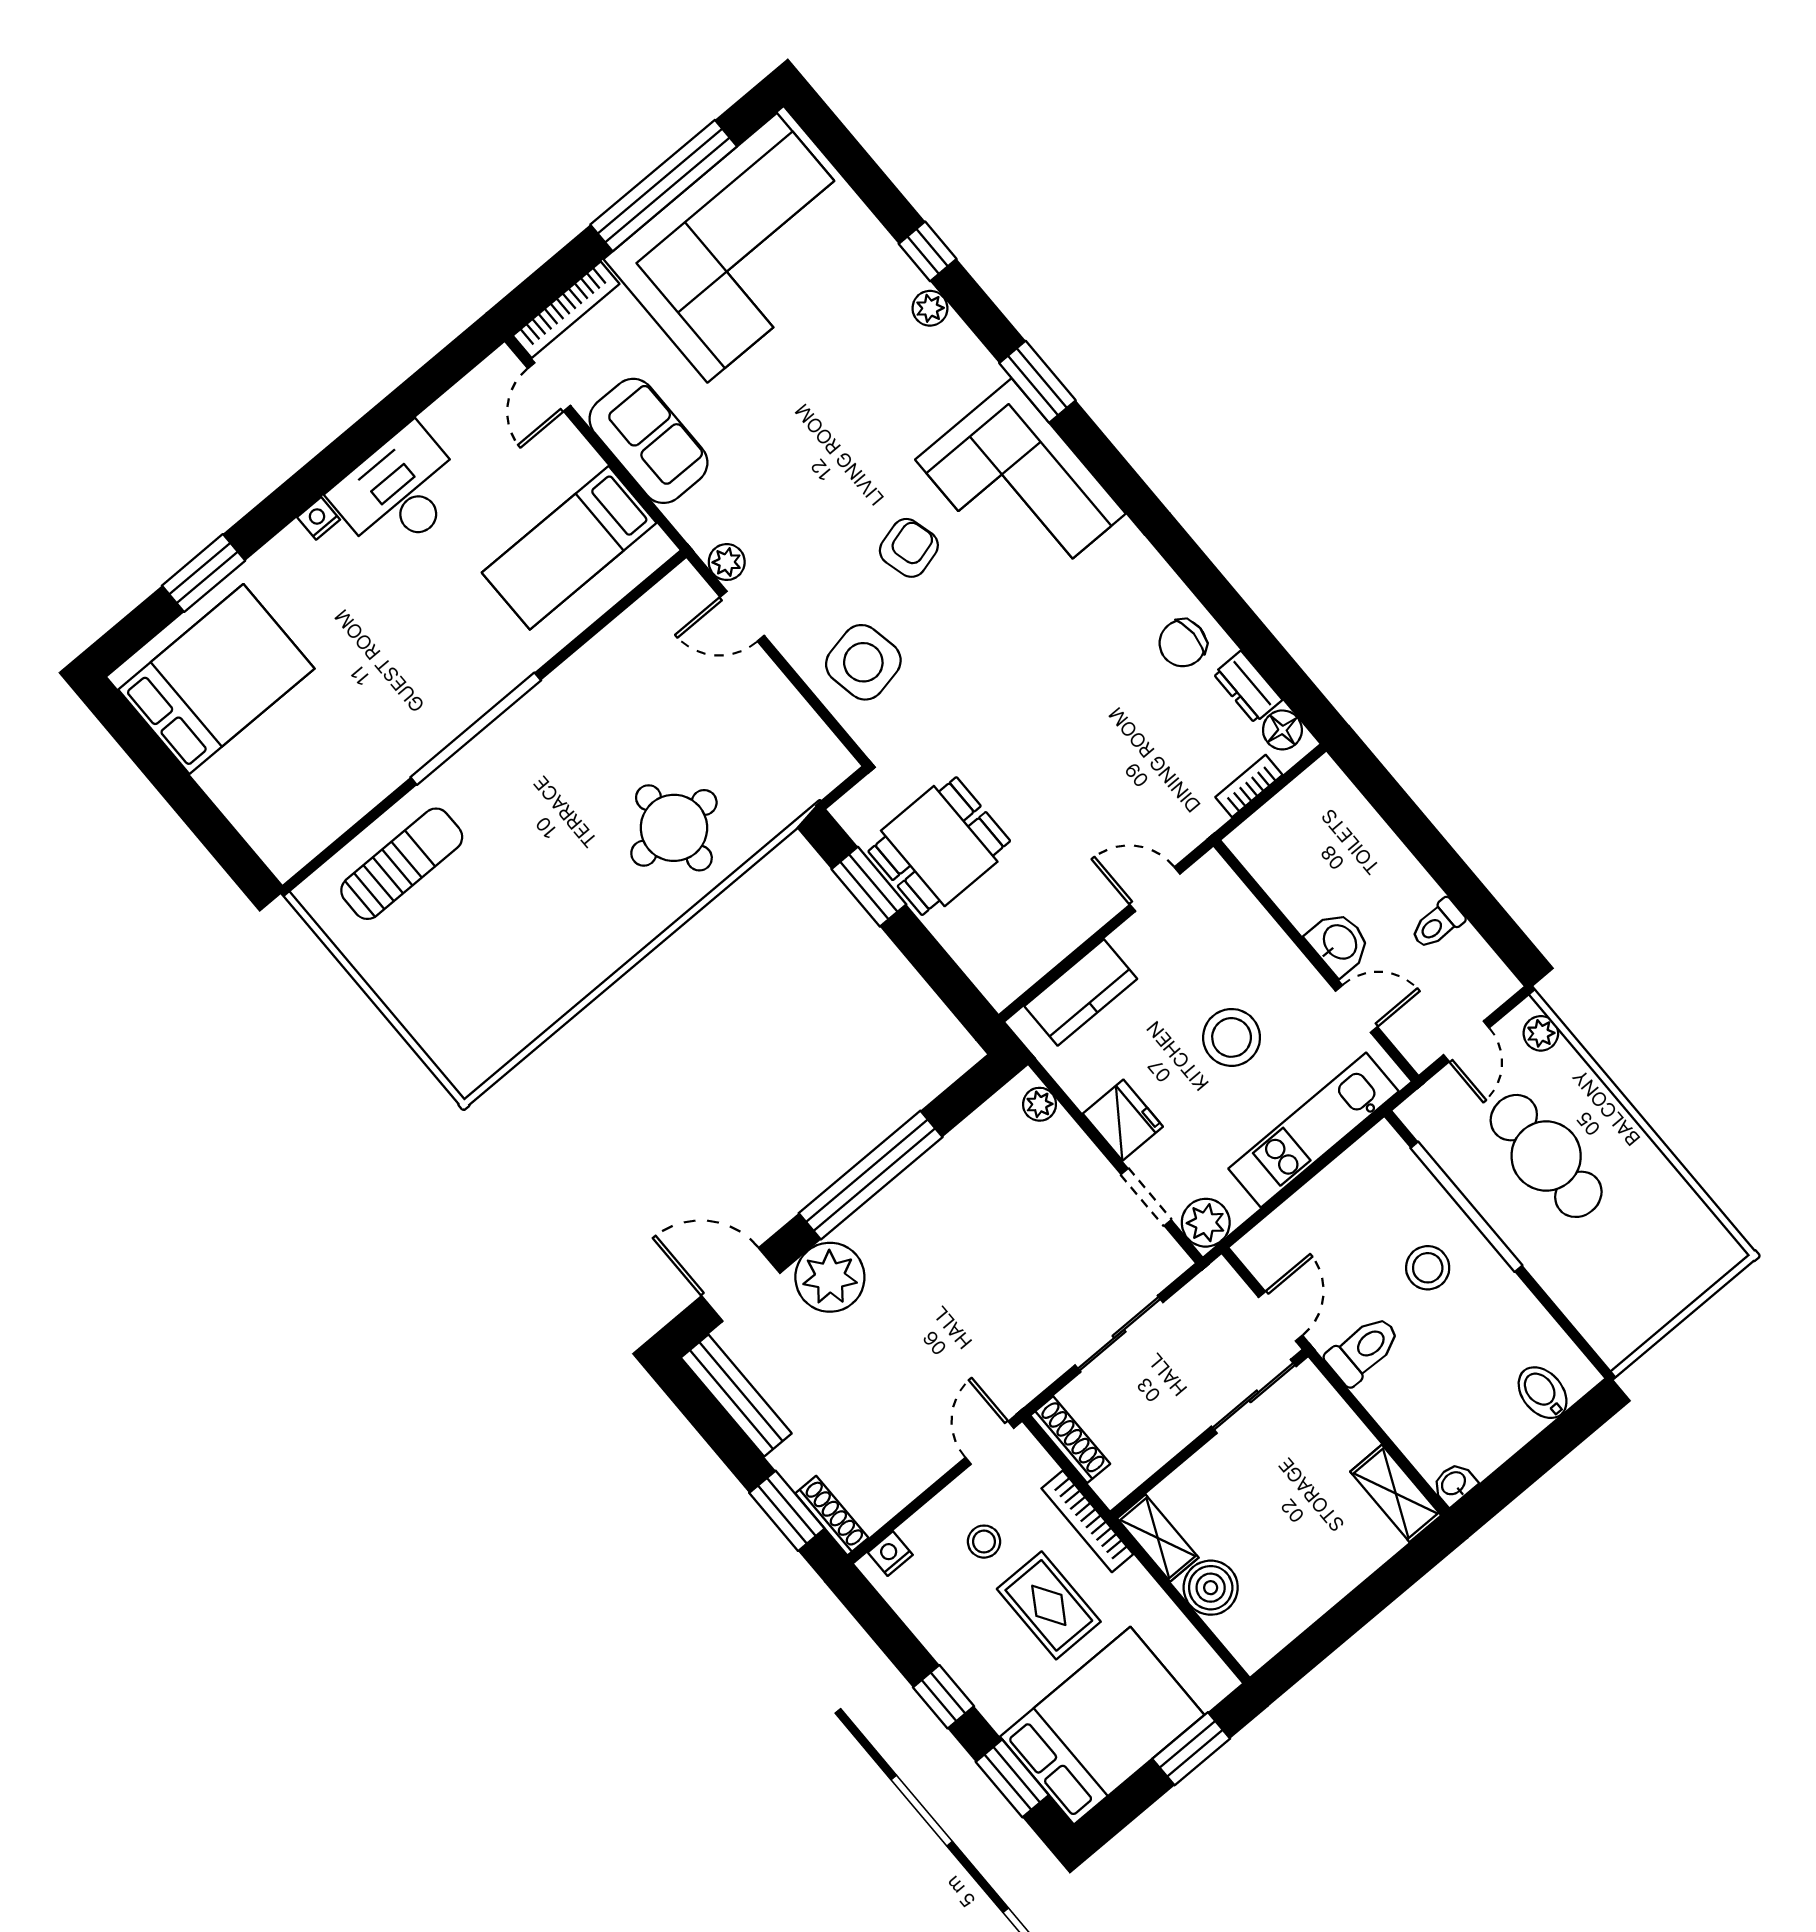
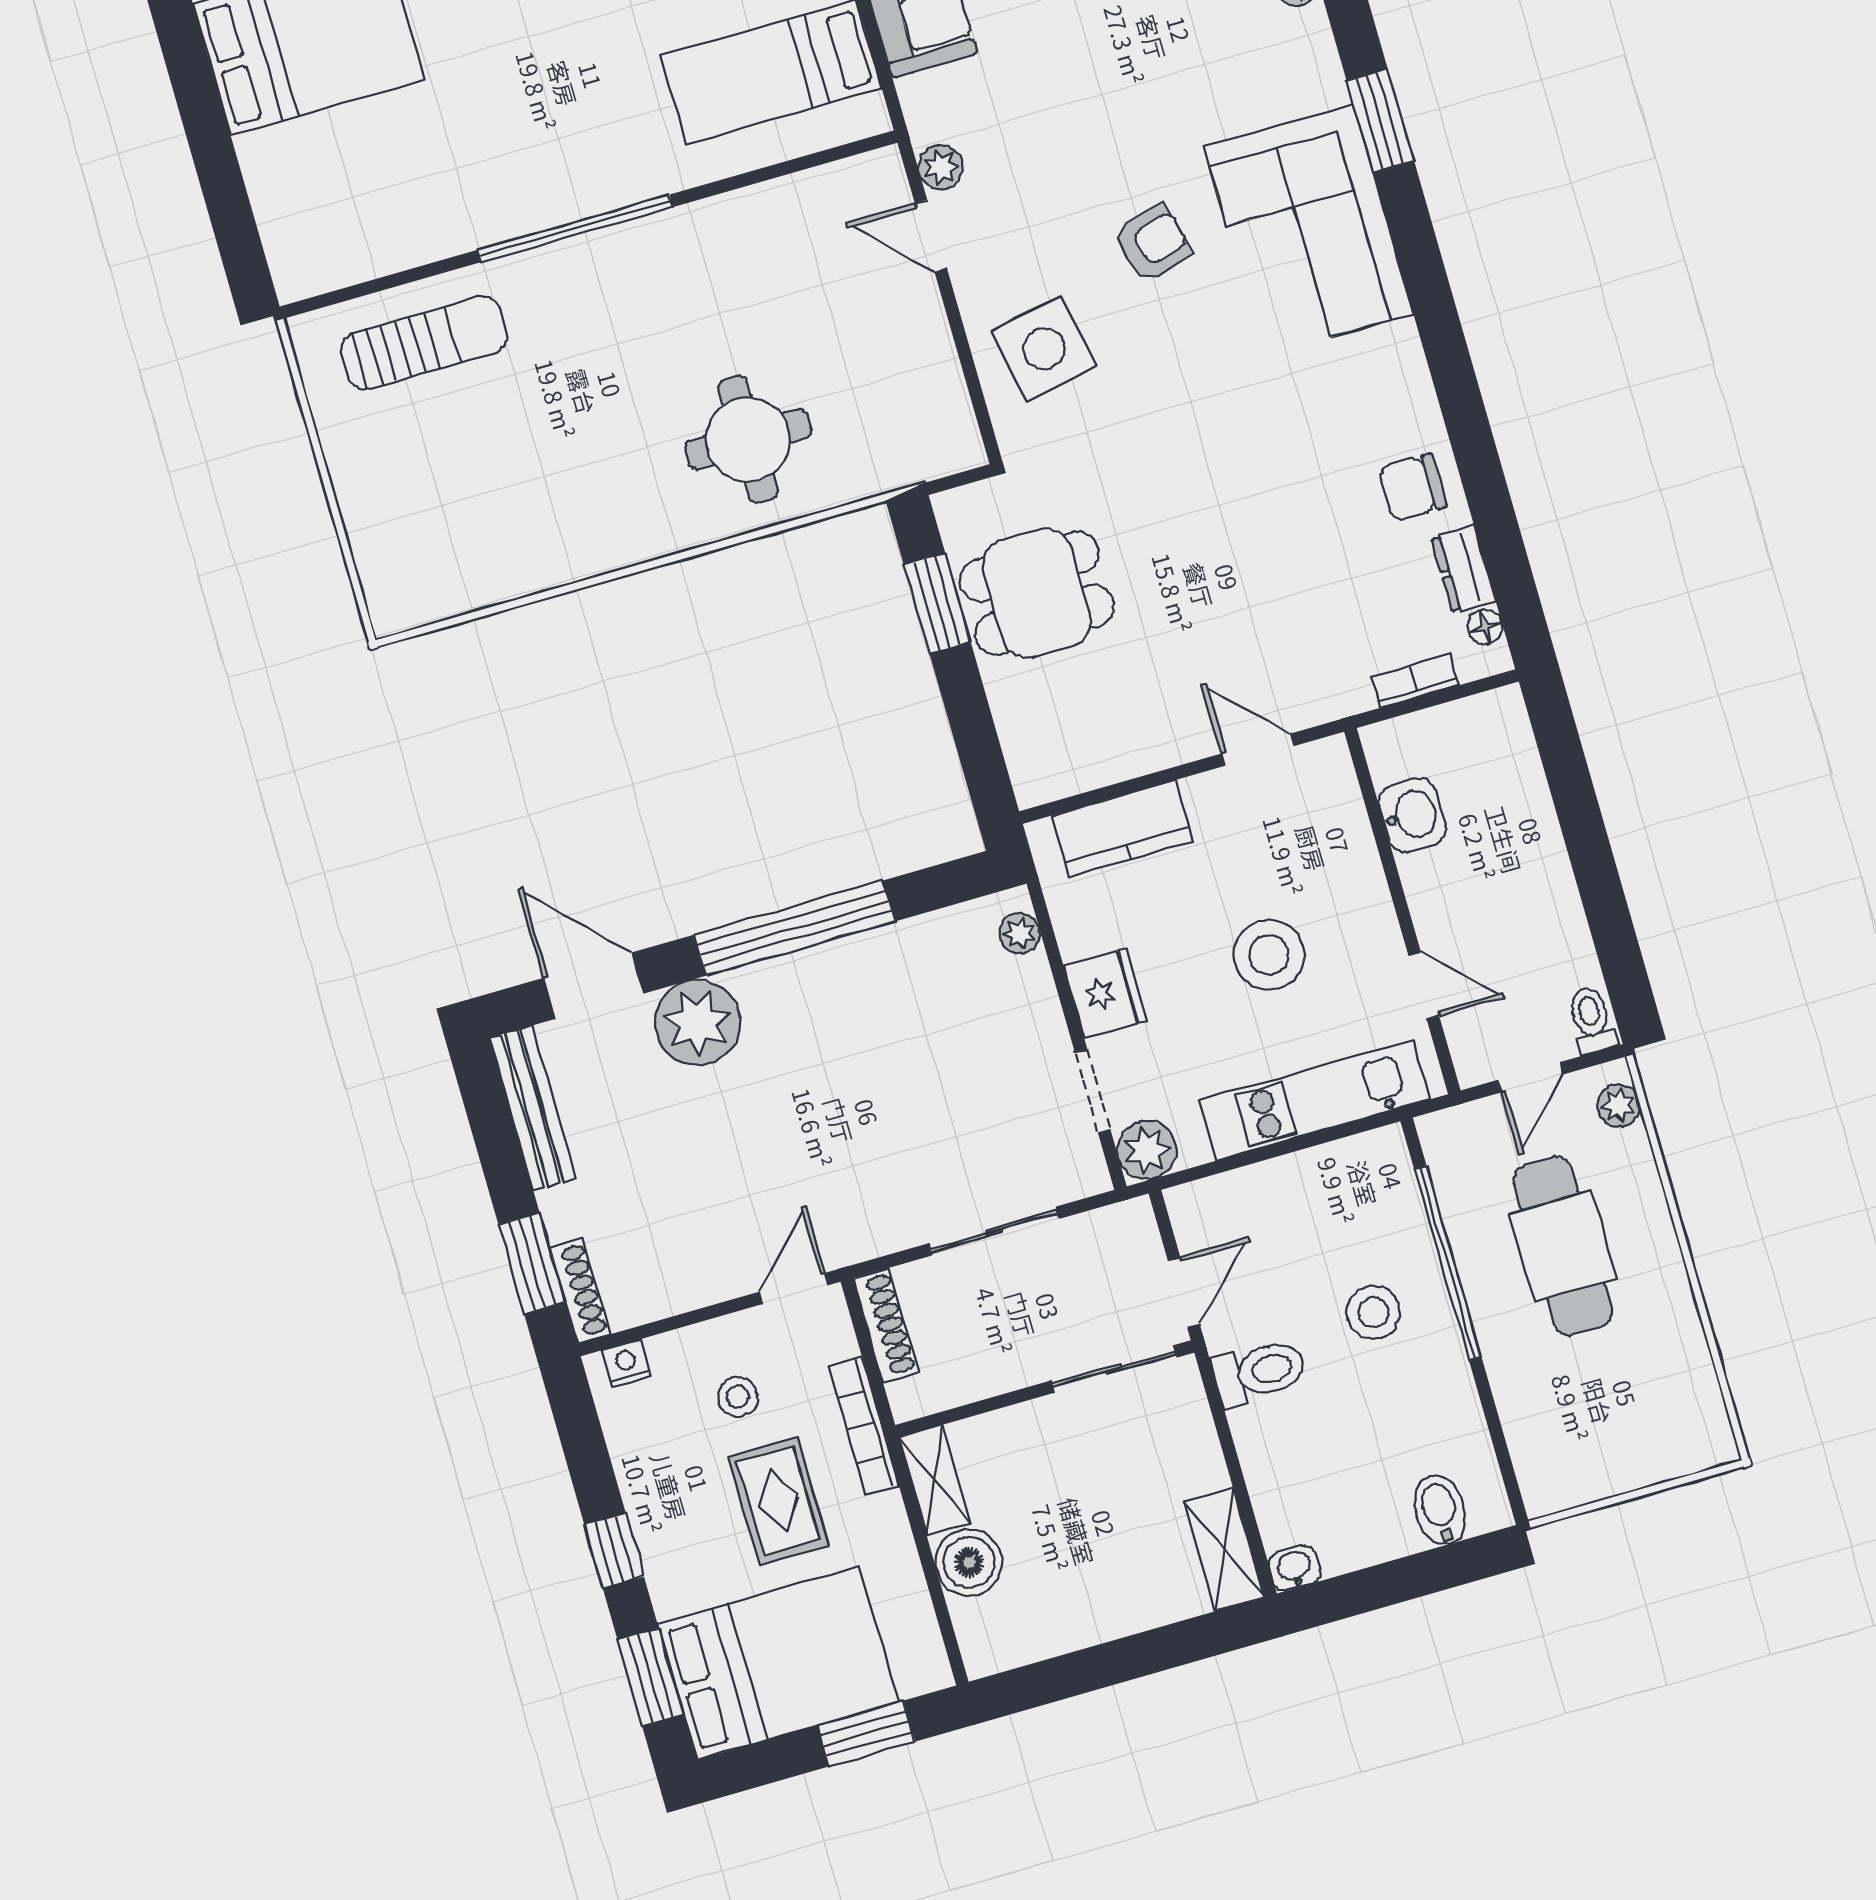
floor lamp: (1282, 730) -> (1485, 627), width x0.73, depth x0.73
toilet: (1437, 924) -> (1592, 1020), moved, turned 90
washbasin: (1339, 943) -> (1412, 815), moved

